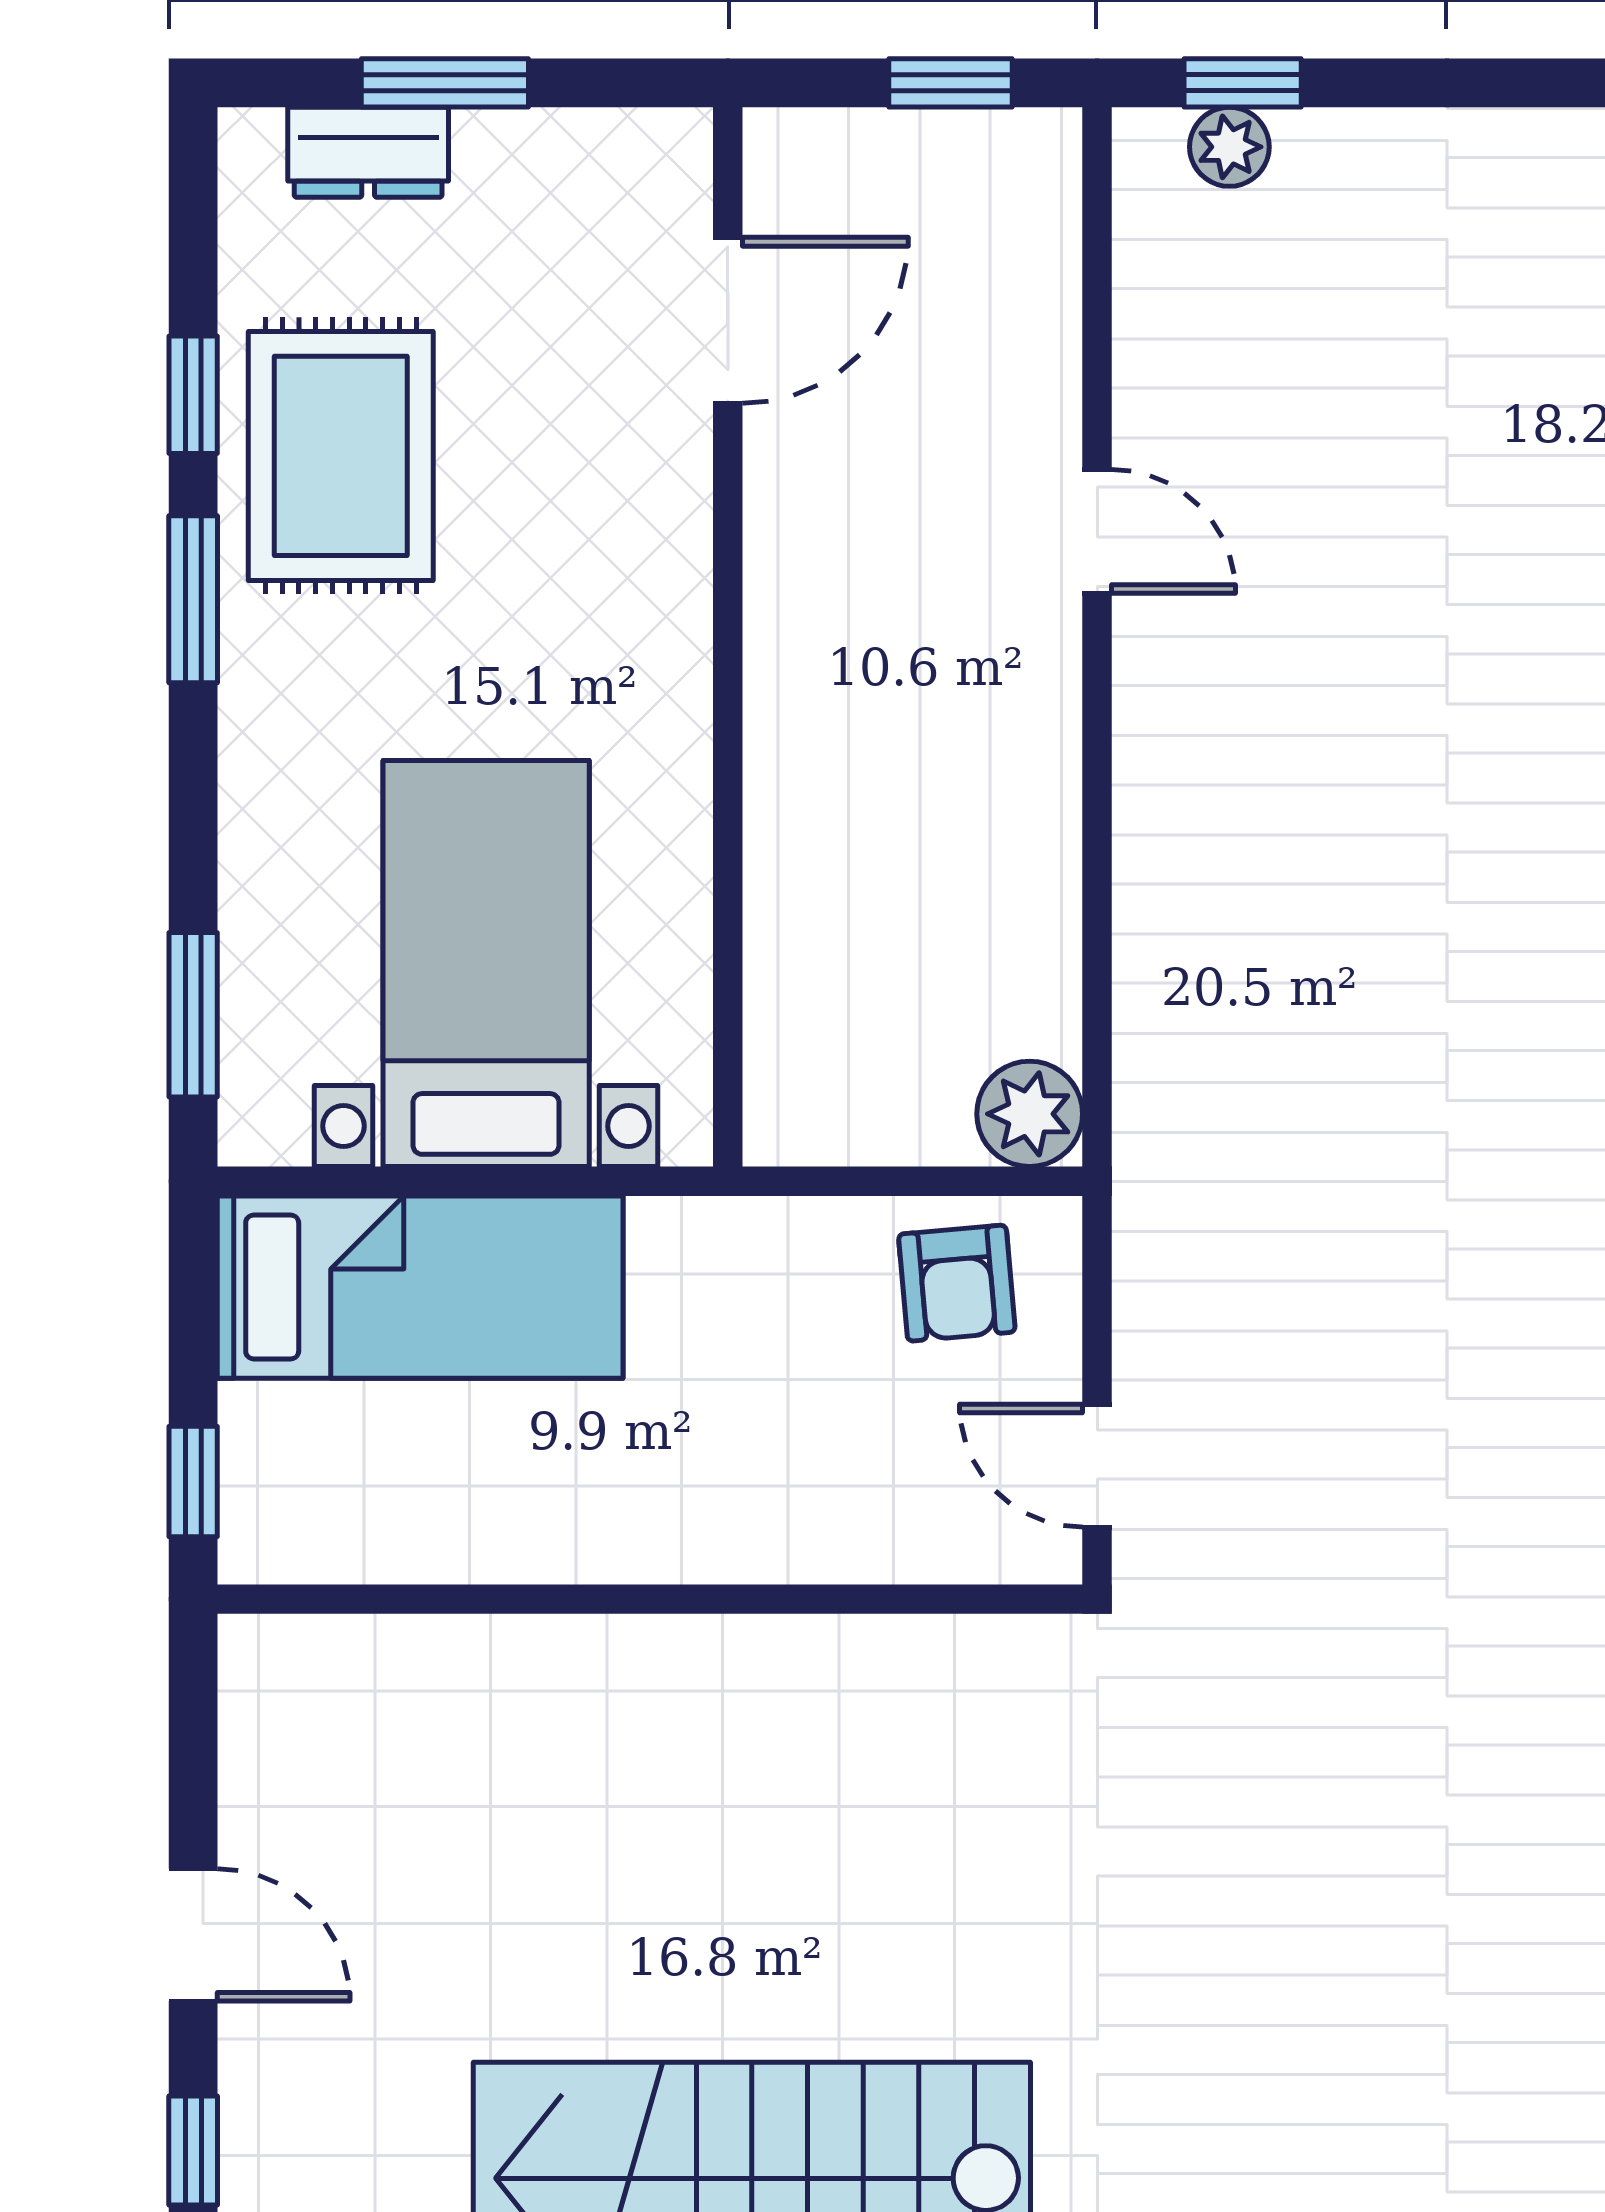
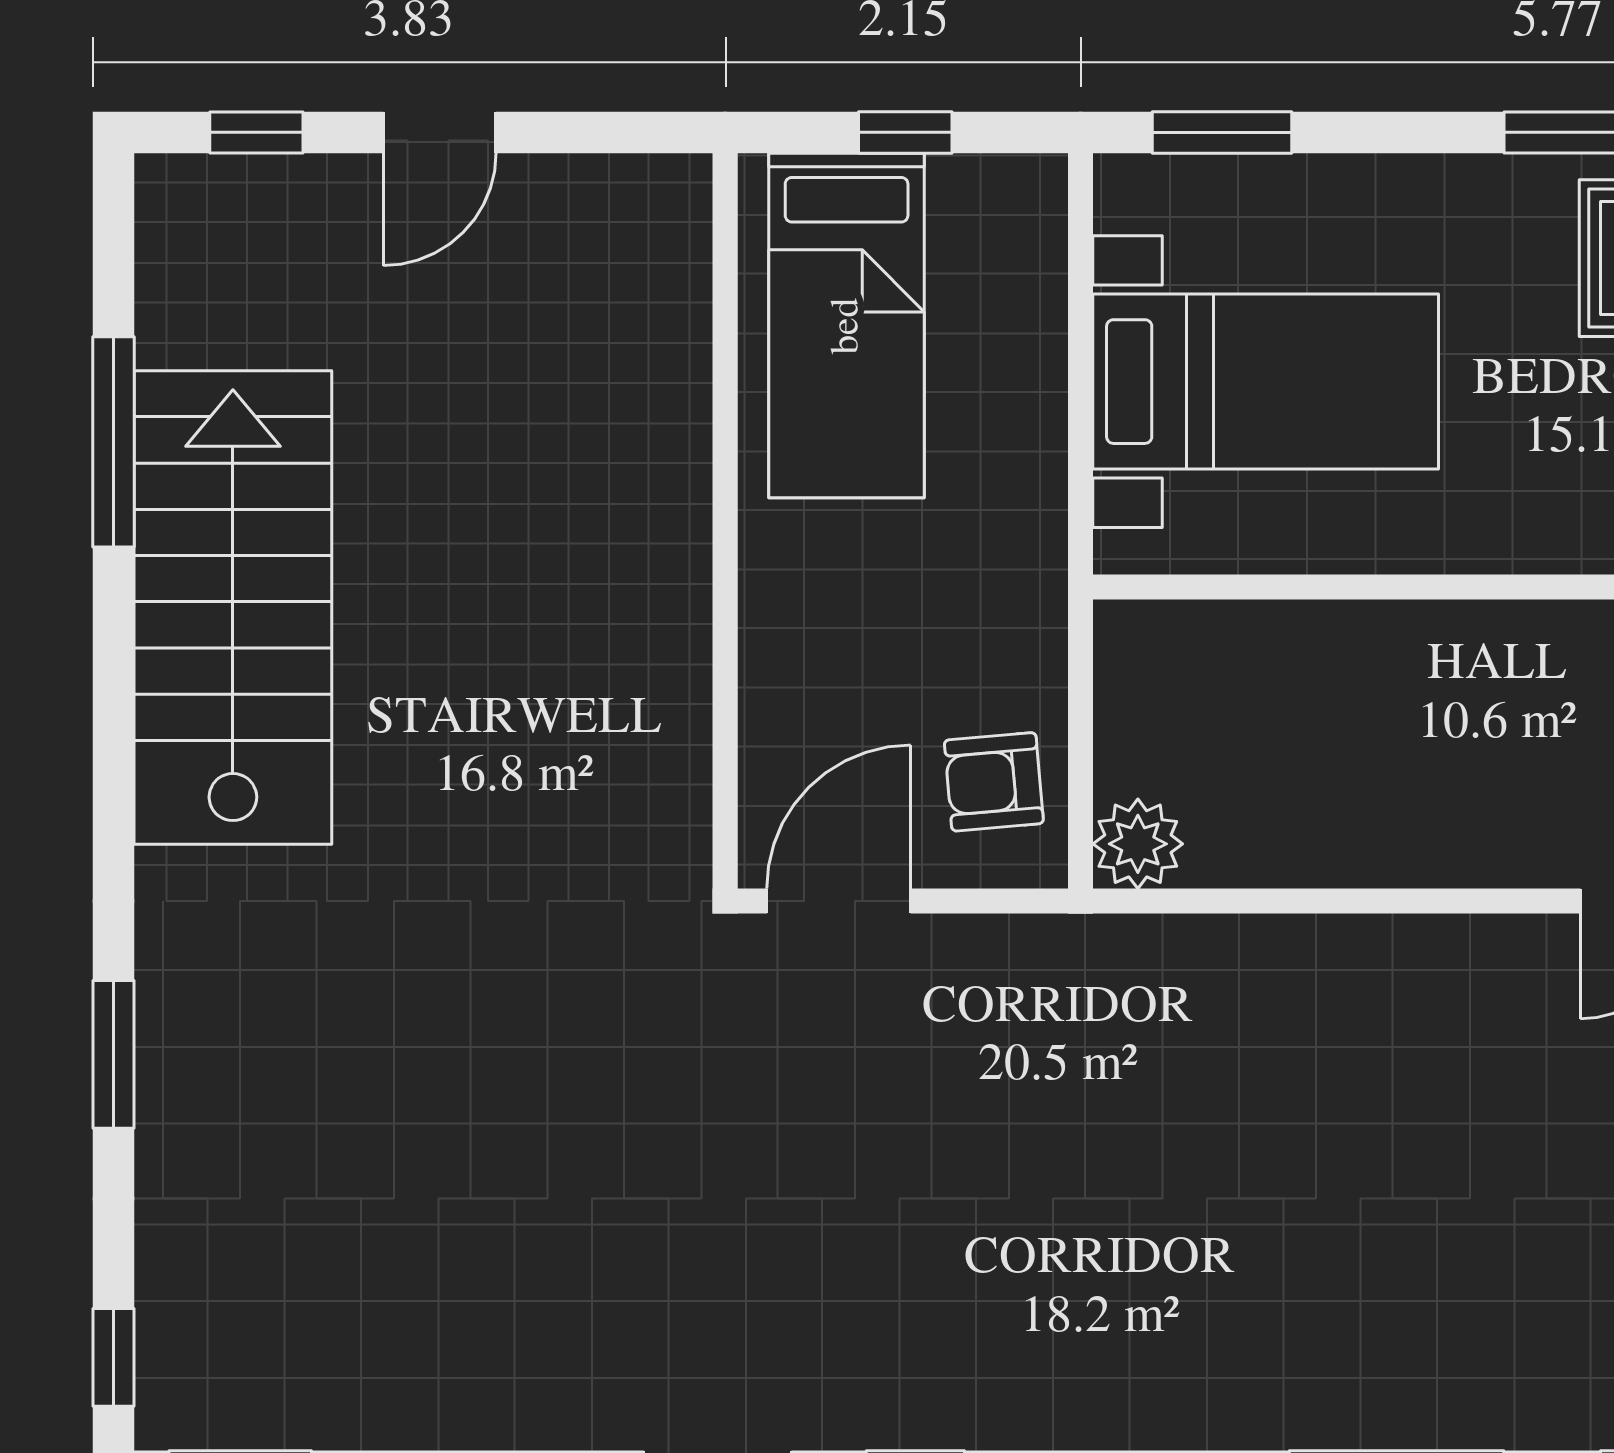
bed: (420, 1287) -> (847, 326), moved
door: (1097, 1466) -> (839, 901), width x1.38
window: (193, 1481) -> (905, 132), moved

